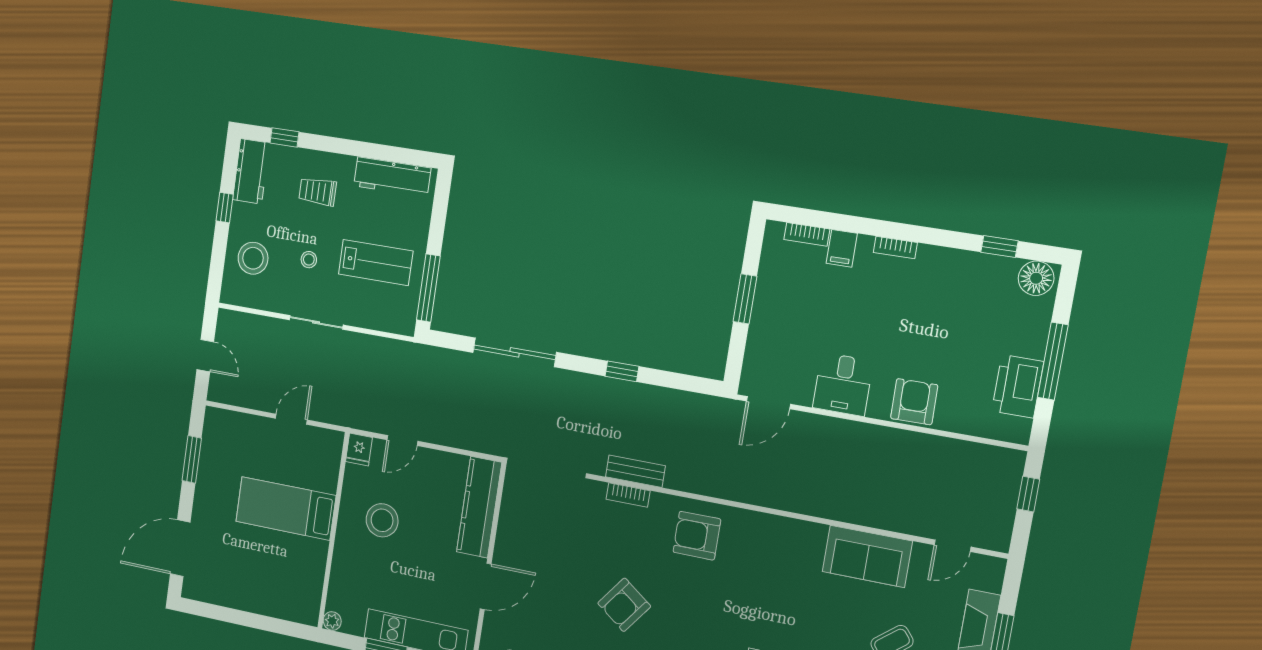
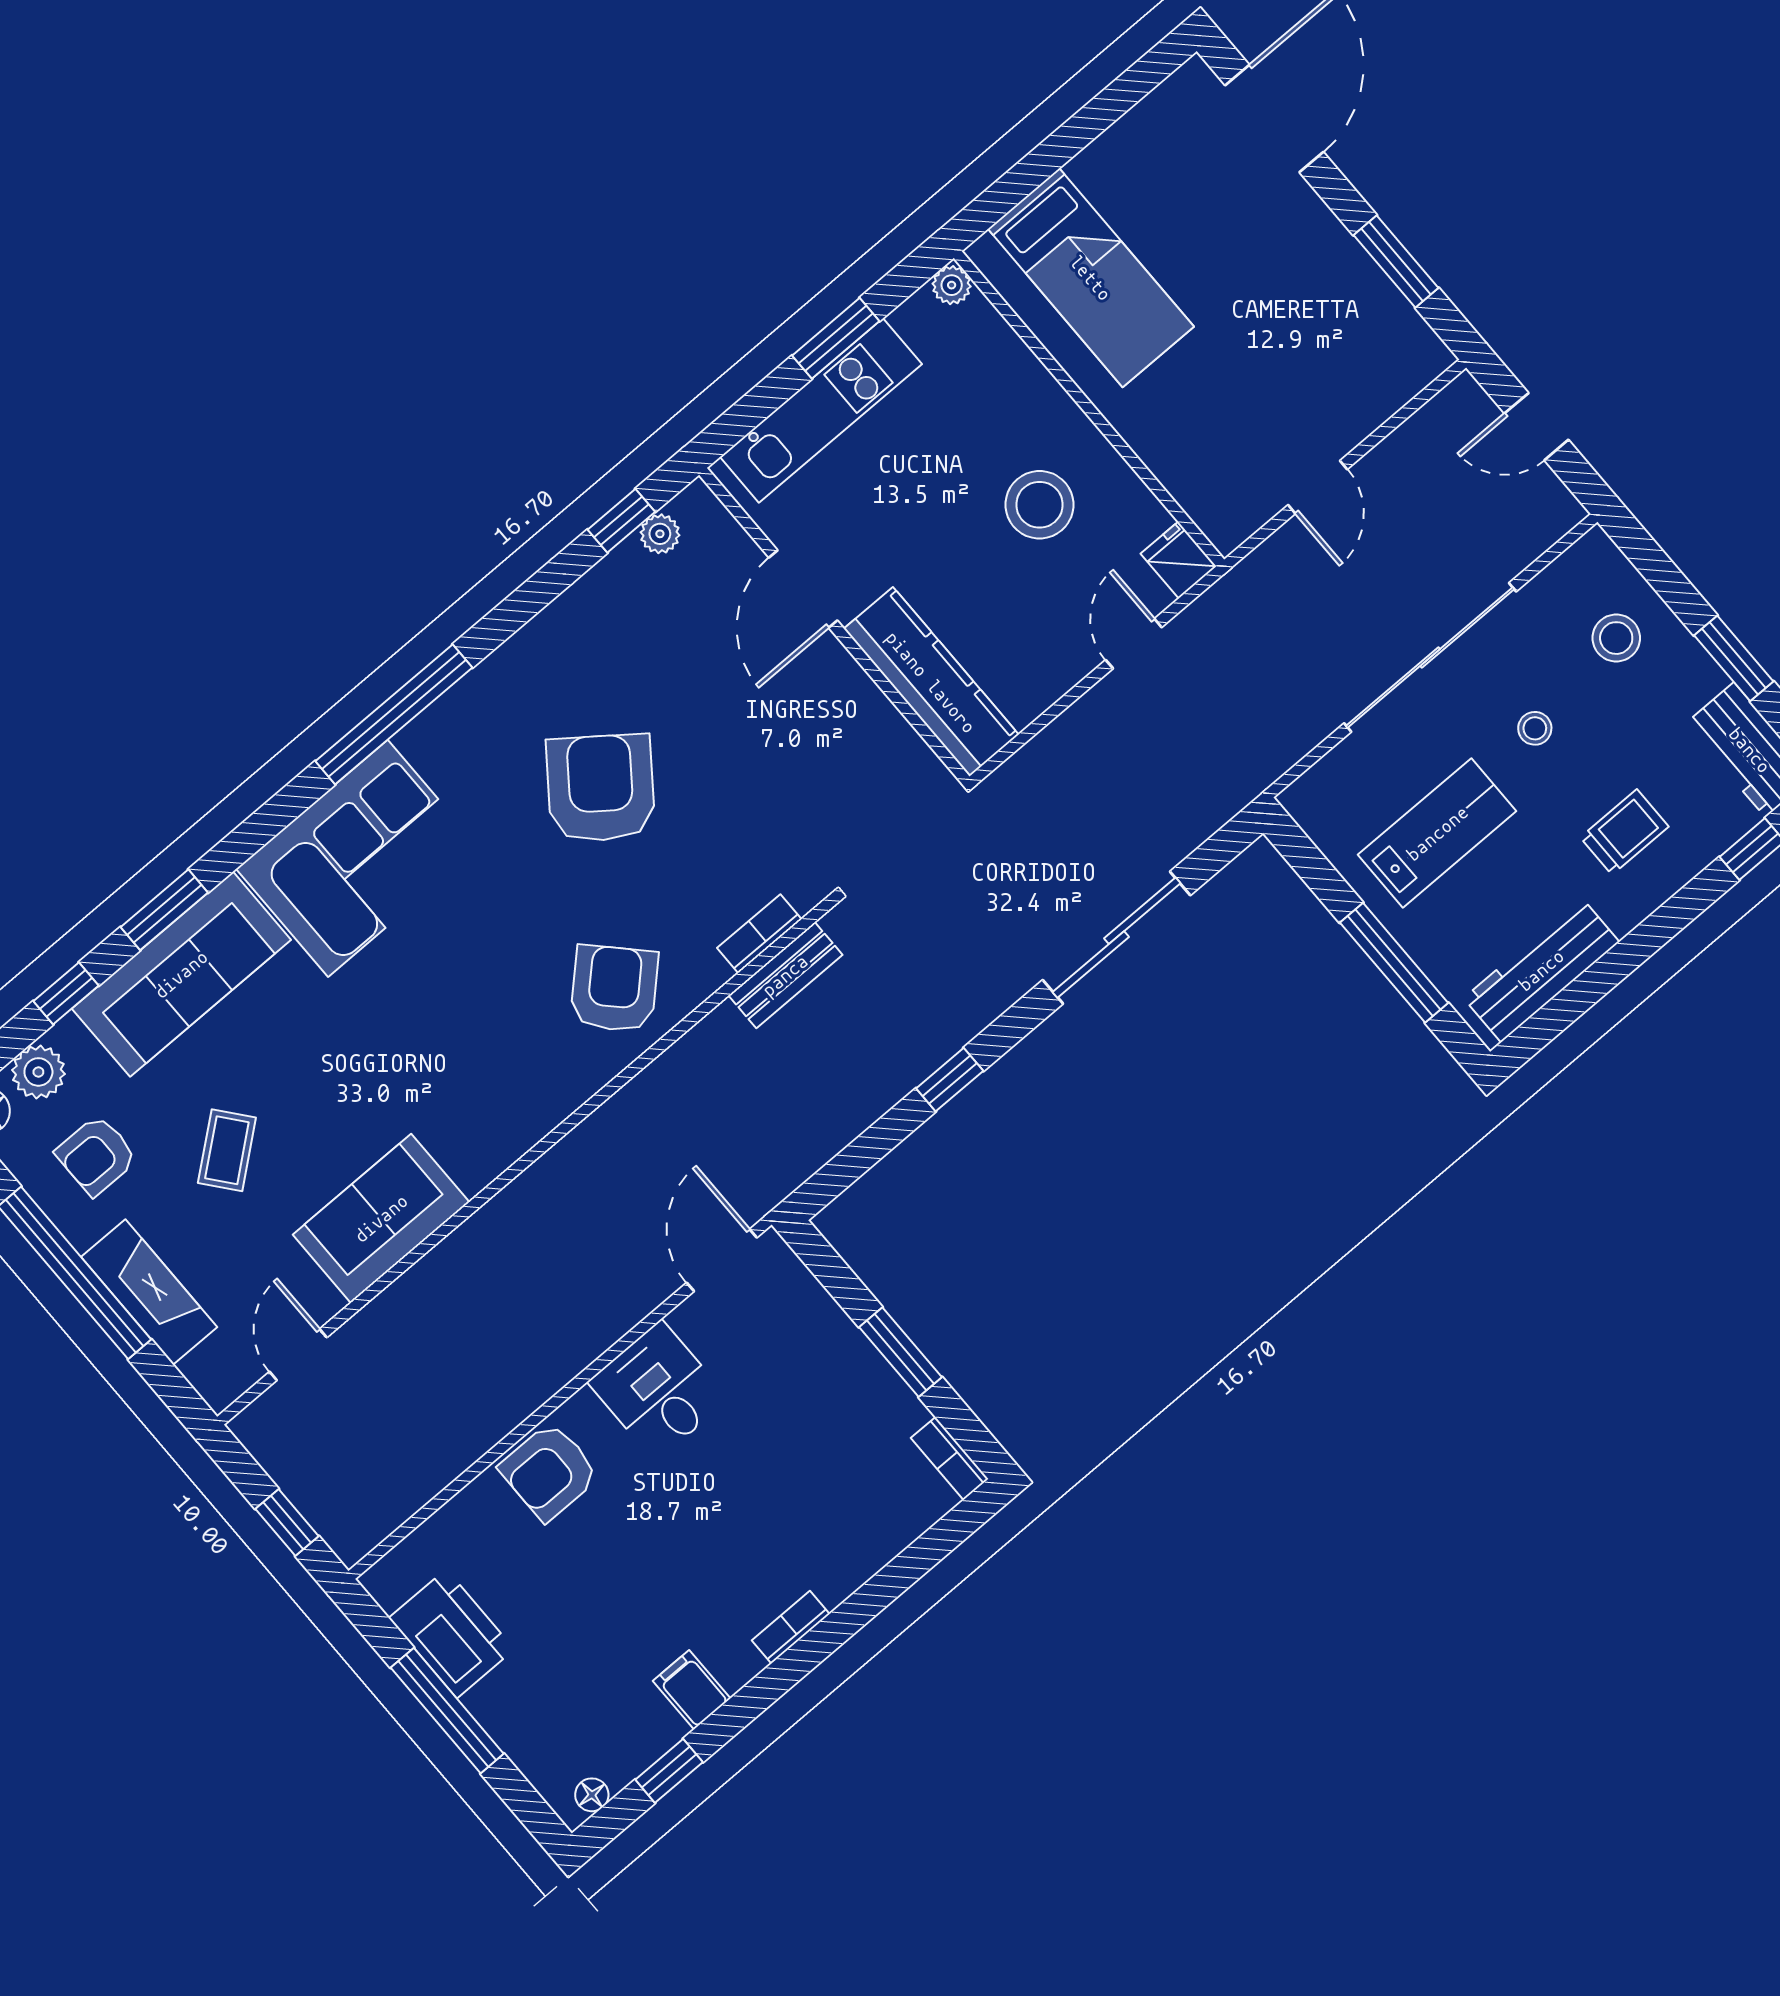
window: (225, 208) -> (1734, 658), width x1.50
bookcase: (807, 234) -> (950, 1459), moved, turned -90
filing cabinet: (842, 248) -> (692, 1690), moved
stool: (253, 258) -> (1616, 638), width x0.73, depth x0.73
lab bench: (376, 263) -> (1437, 833), turned 180
floor lamp: (1036, 278) -> (592, 1795), width x0.53, depth x0.53
window: (428, 288) -> (1394, 963), moved
sliding door: (316, 322) -> (1430, 657), width x1.86
armchair: (914, 402) -> (549, 1471), turned 91
bed: (286, 508) -> (1091, 278), moved, turned 90
armchair: (697, 536) -> (614, 989), turned -44
armchair: (624, 605) -> (601, 788), width x1.36, depth x1.36

